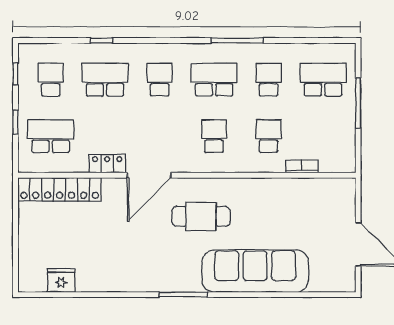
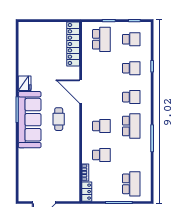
school desk: (105, 80) -> (131, 68), width x0.54
school desk: (269, 80) -> (131, 155), removed
locker: (107, 164) -> (87, 192), moved
cafe table: (201, 216) -> (59, 119), width x0.73, depth x0.74
sofa: (255, 271) -> (30, 120), moved
fridge: (61, 280) -> (25, 83), moved

